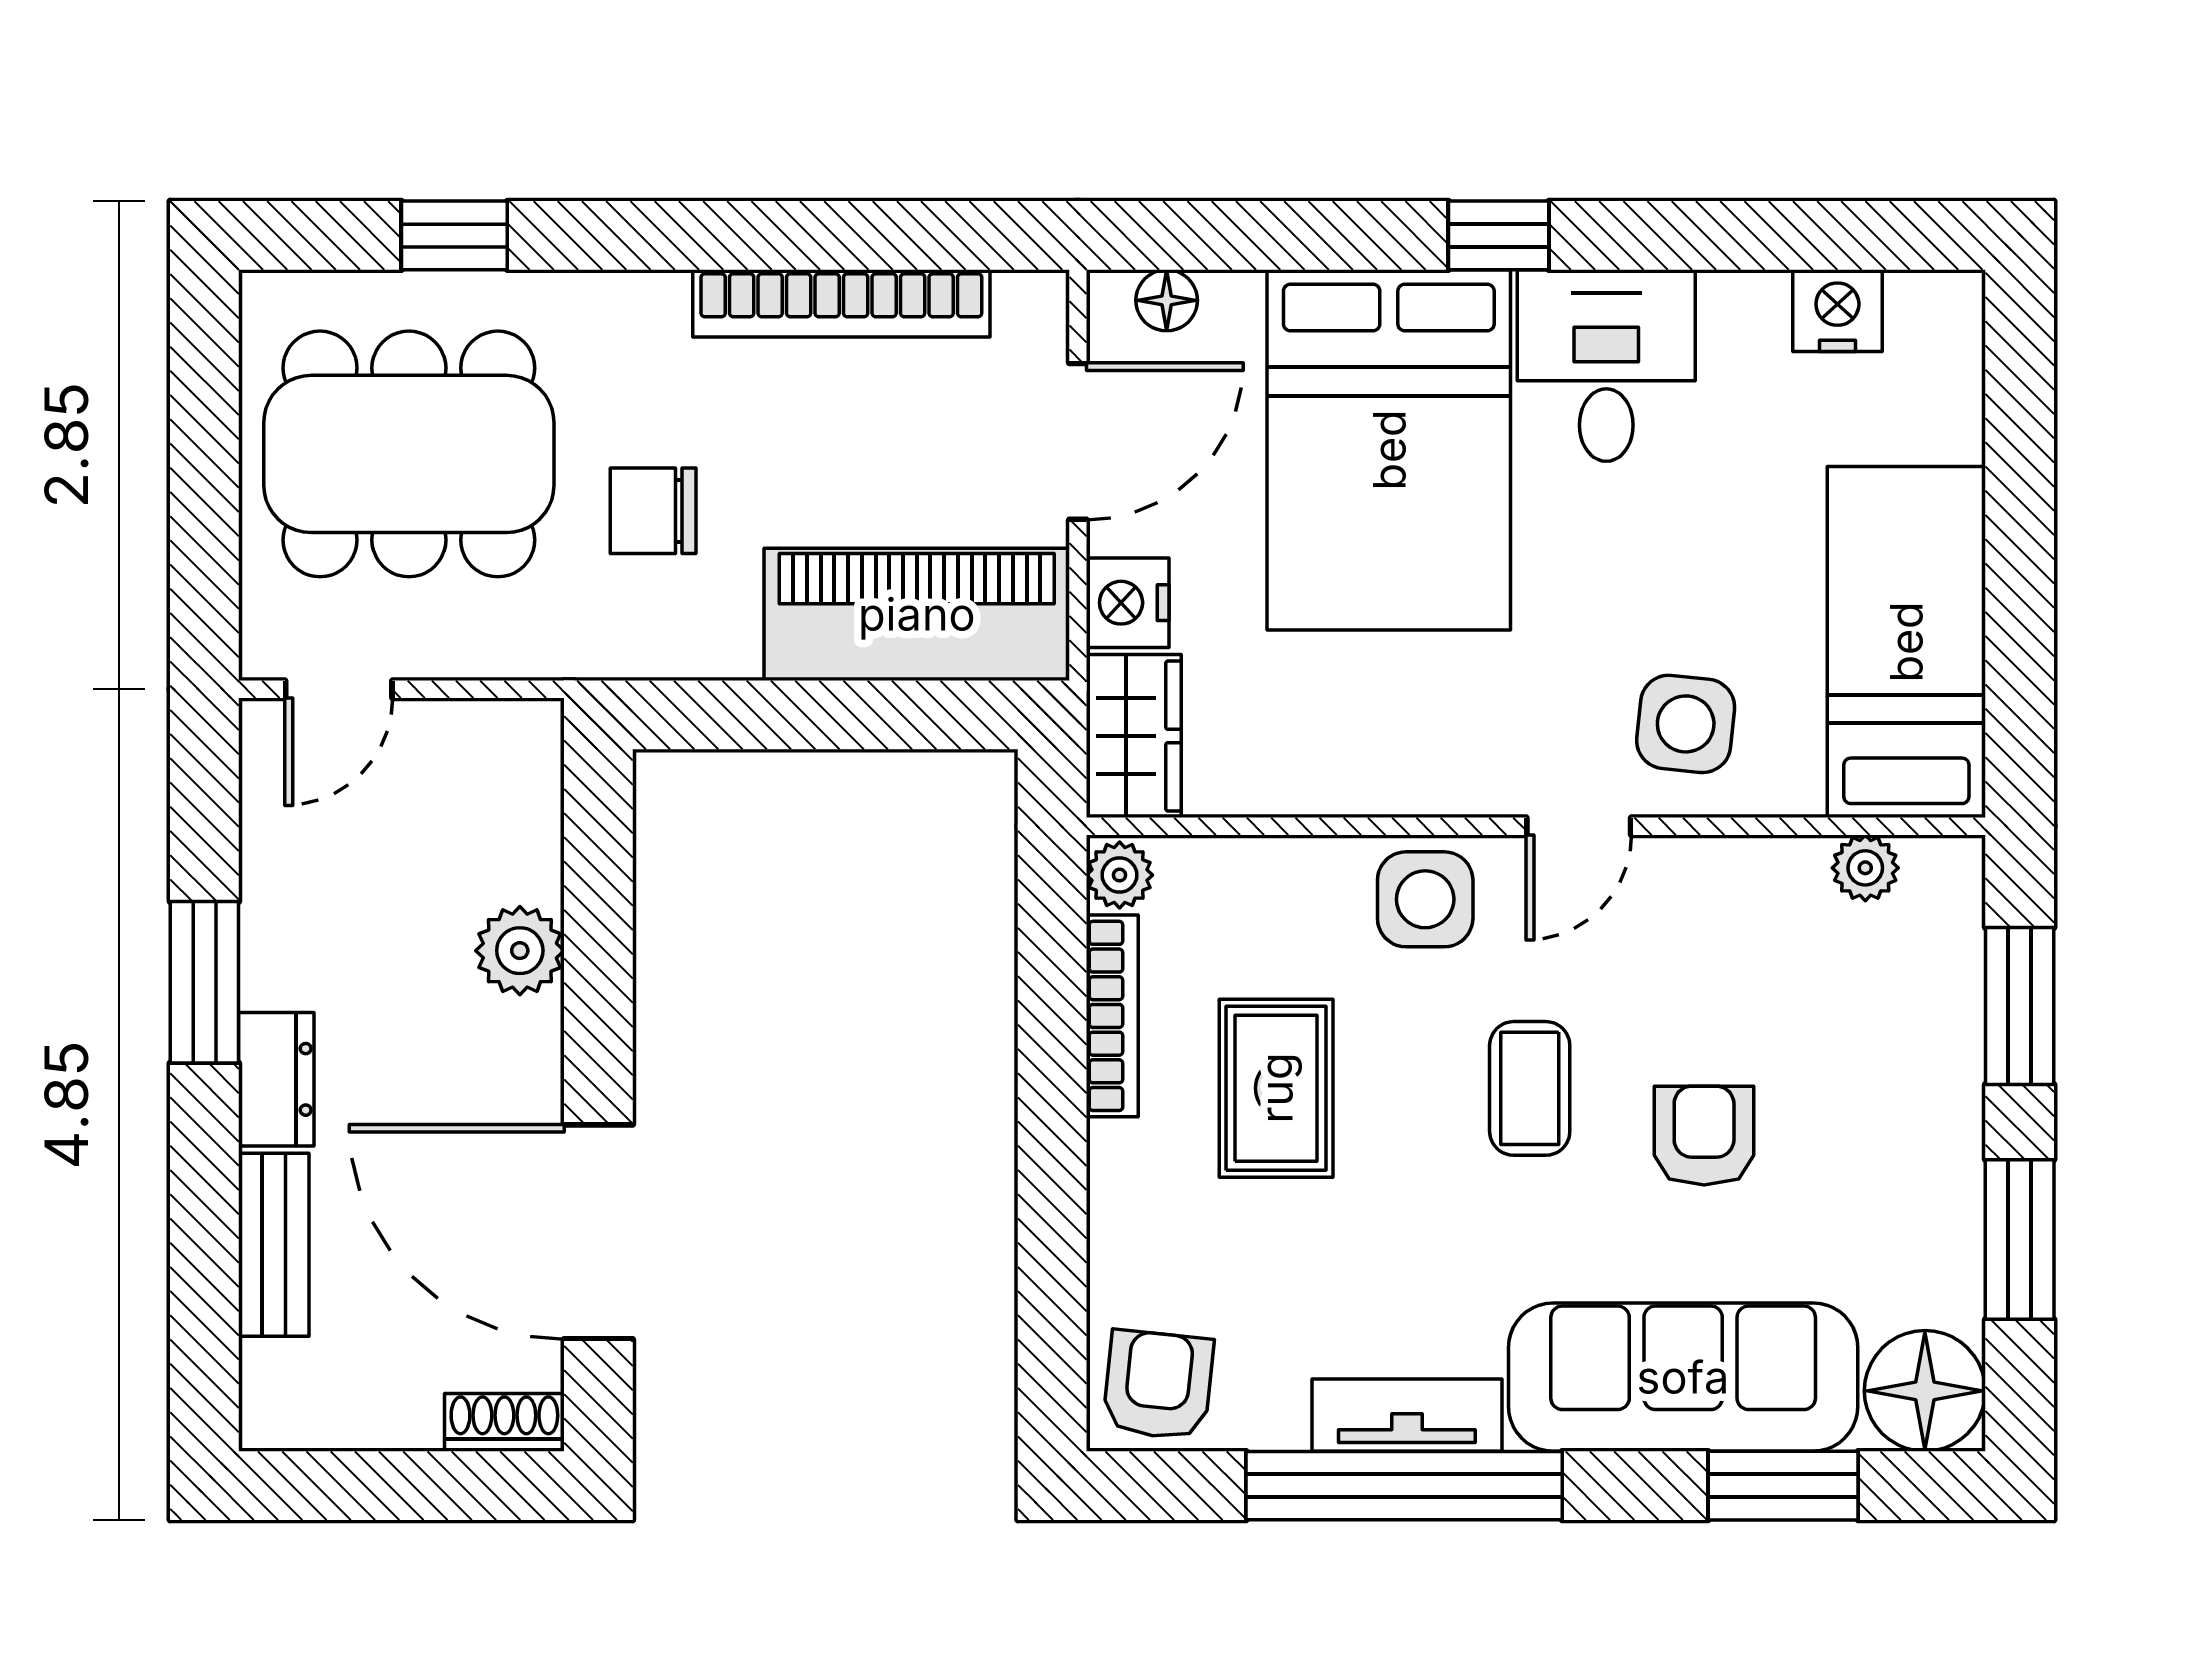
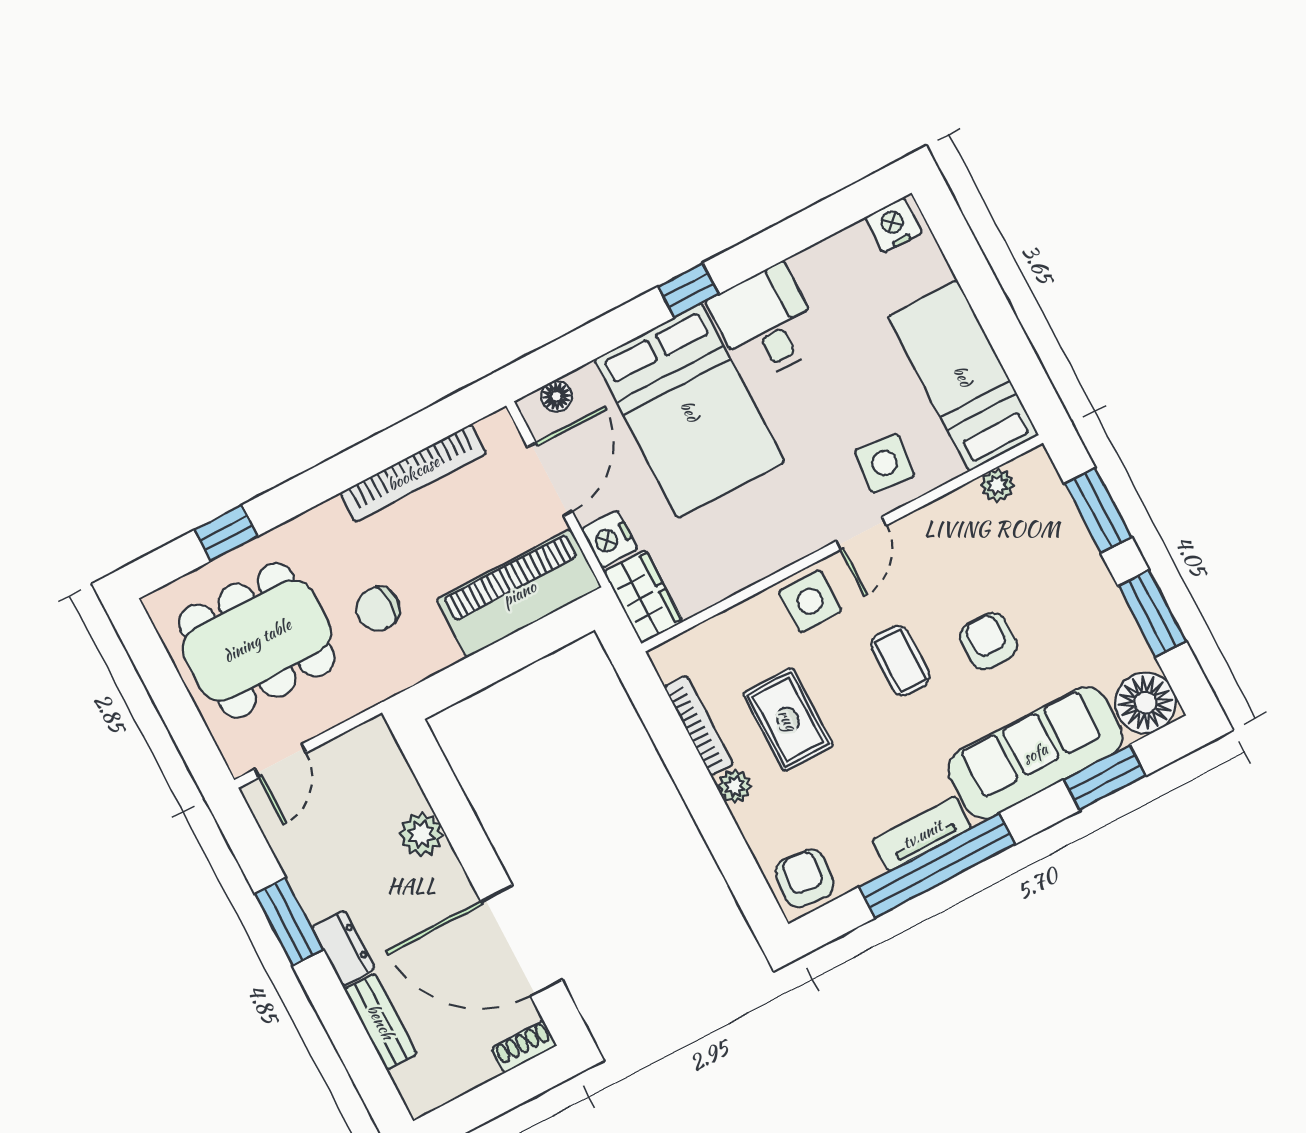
nightstand: (1837, 311) -> (894, 225), moved
plant: (1120, 875) -> (735, 786), moved

